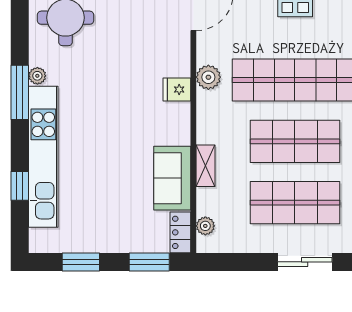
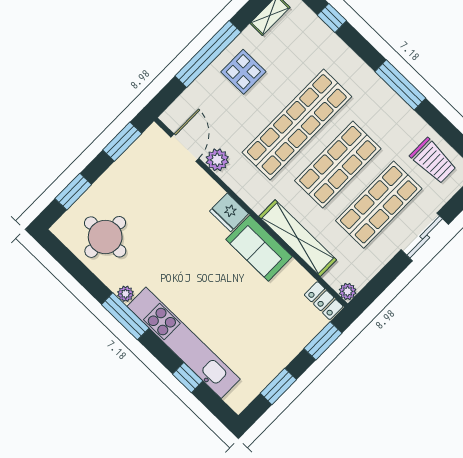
plant: (208, 77) -> (217, 160), moved
fridge: (177, 89) -> (229, 212), width x1.38
shelving: (205, 166) -> (298, 238), width x2.20, depth x1.33
sofa: (172, 178) -> (259, 248), moved
plant: (205, 226) -> (348, 291), moved

